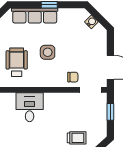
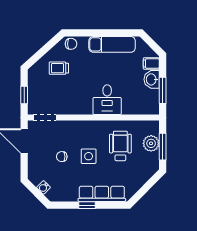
wheelchair: (17, 62) -> (120, 146), turned 180
chair: (73, 77) -> (62, 157), moved

